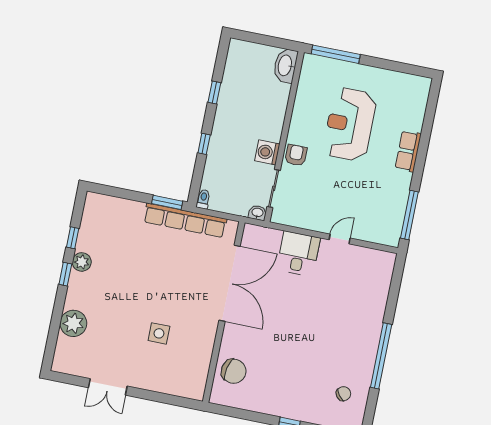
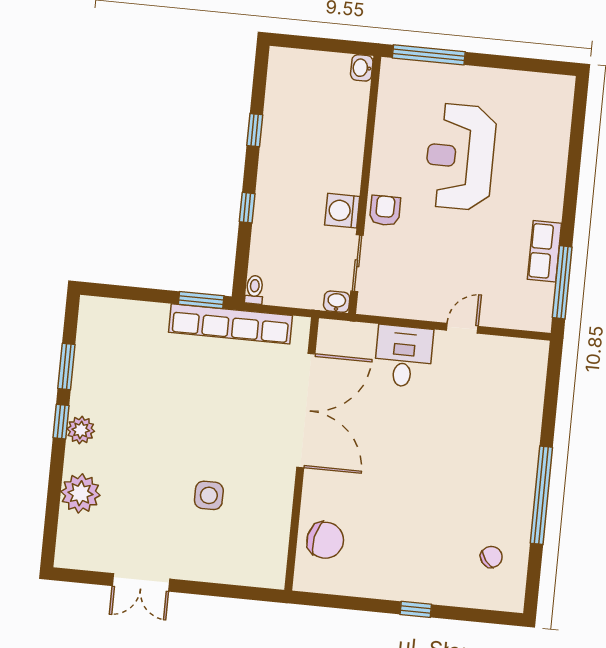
washbasin: (285, 65) -> (362, 68), width x0.52, depth x0.69
row of seats: (408, 151) -> (544, 251), moved
window: (73, 238) -> (66, 367), width x1.50
plant: (82, 262) -> (81, 430), moved

